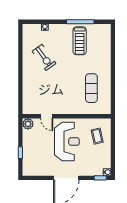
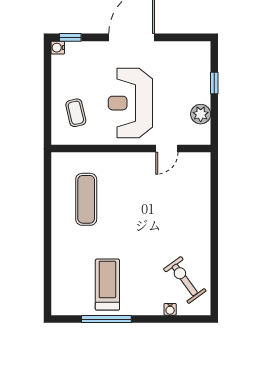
exercise bike: (44, 57) -> (185, 280), moved
door: (47, 116) -> (167, 149), swing flipped
plant: (28, 124) -> (201, 114), moved

